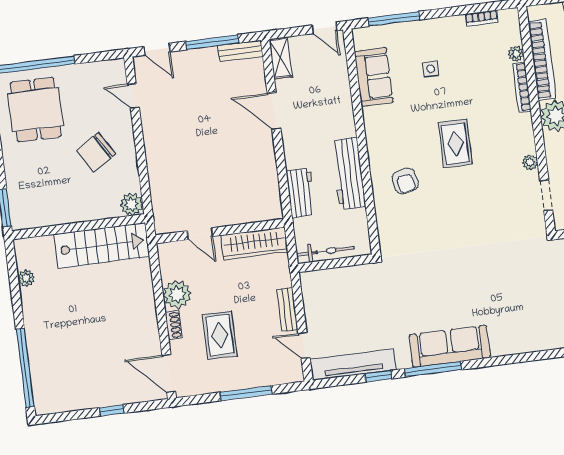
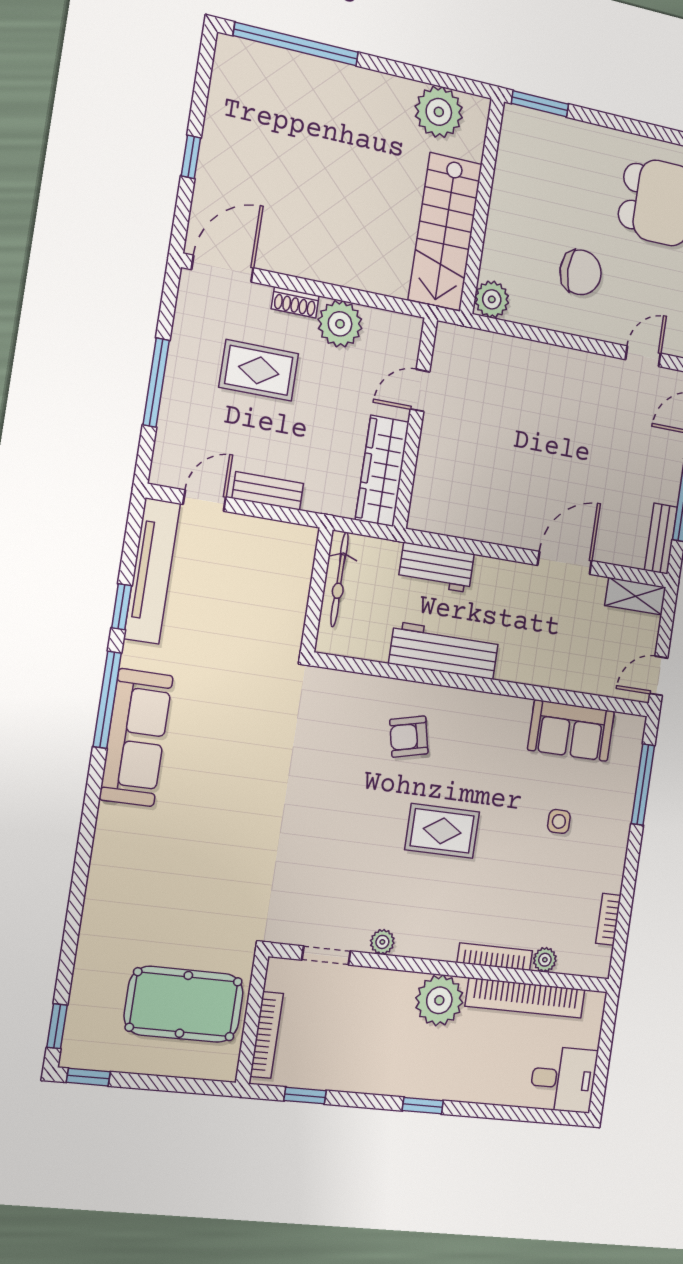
chair: (96, 152) -> (581, 272), turned 122
plant: (26, 278) -> (439, 112), width x1.88, depth x1.88

